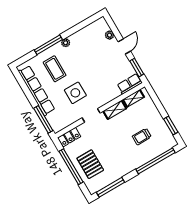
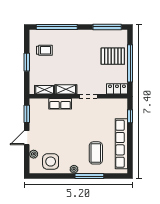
row of seats: (130, 84) -> (60, 104), moved
side table: (75, 93) -> (51, 162), moved
window: (43, 119) -> (130, 116), width x0.46
window: (171, 125) -> (27, 62), moved
trolley: (142, 137) -> (44, 50), moved
pallet: (90, 164) -> (113, 56), turned 90

